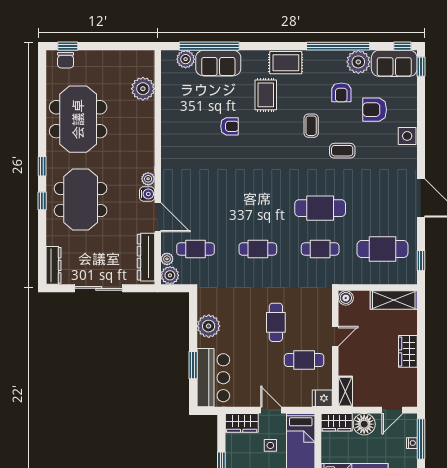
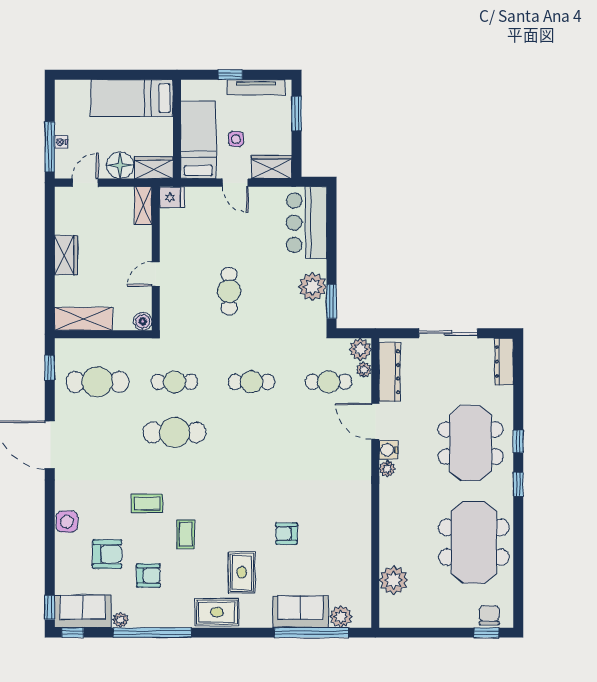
plant: (358, 62) -> (120, 620), width x0.53, depth x0.53
armchair: (341, 92) -> (148, 575), turned 90
cafe table: (304, 360) -> (194, 245), removed
window: (193, 365) -> (332, 301), moved

